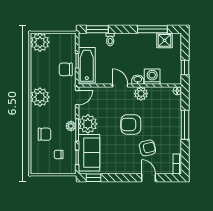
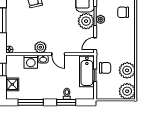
window: (97, 29) -> (66, 102), moved
shower: (165, 40) -> (12, 84), moved
plant: (40, 97) -> (127, 70), moved
armchair: (131, 124) -> (49, 21), removed

